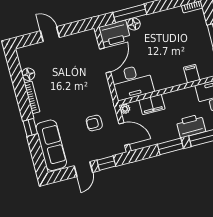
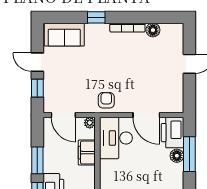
armchair: (94, 123) -> (106, 100), moved
door: (124, 134) -> (63, 115), hinge flipped
sofa: (51, 145) -> (64, 35), width x0.73

